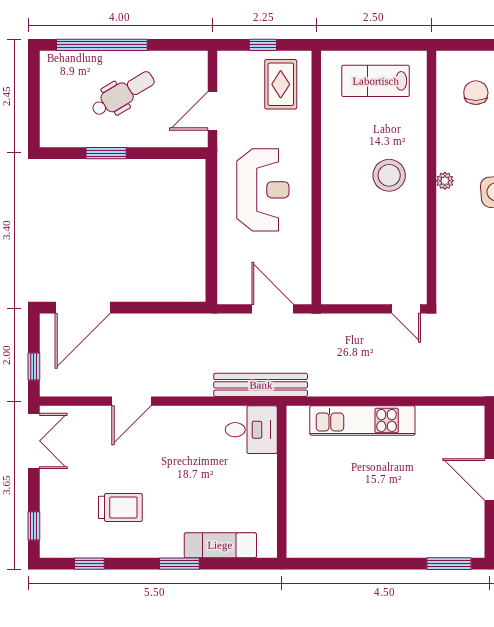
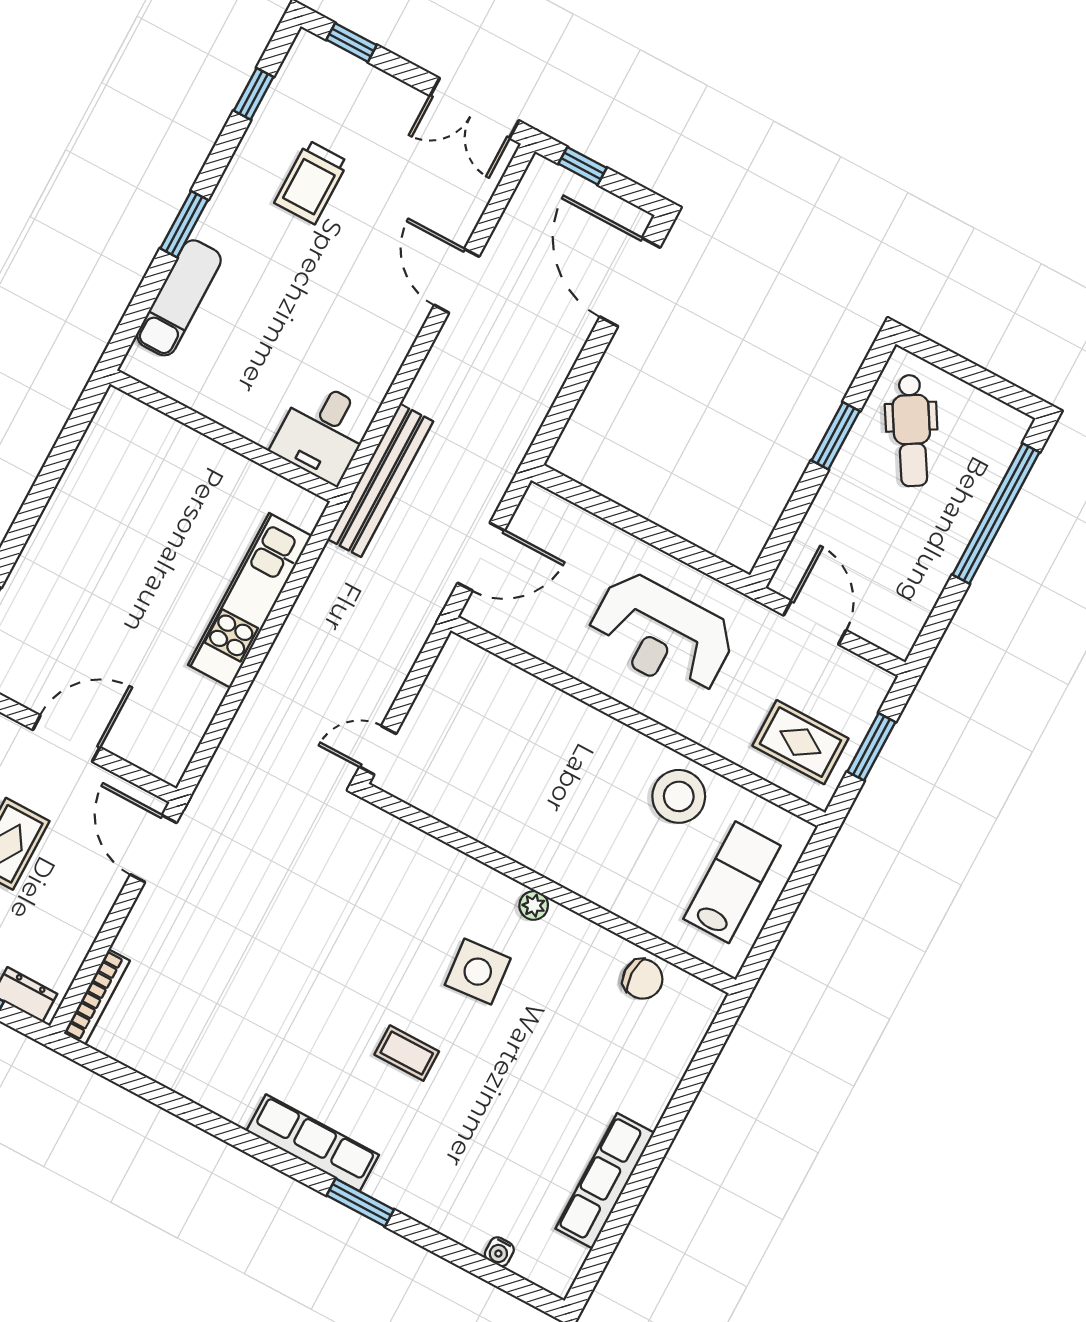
window: (263, 45) -> (871, 747), width x1.50
chair: (476, 93) -> (643, 979), moved
dental chair: (123, 94) -> (912, 431), moved
stool: (389, 175) -> (679, 796), moved

